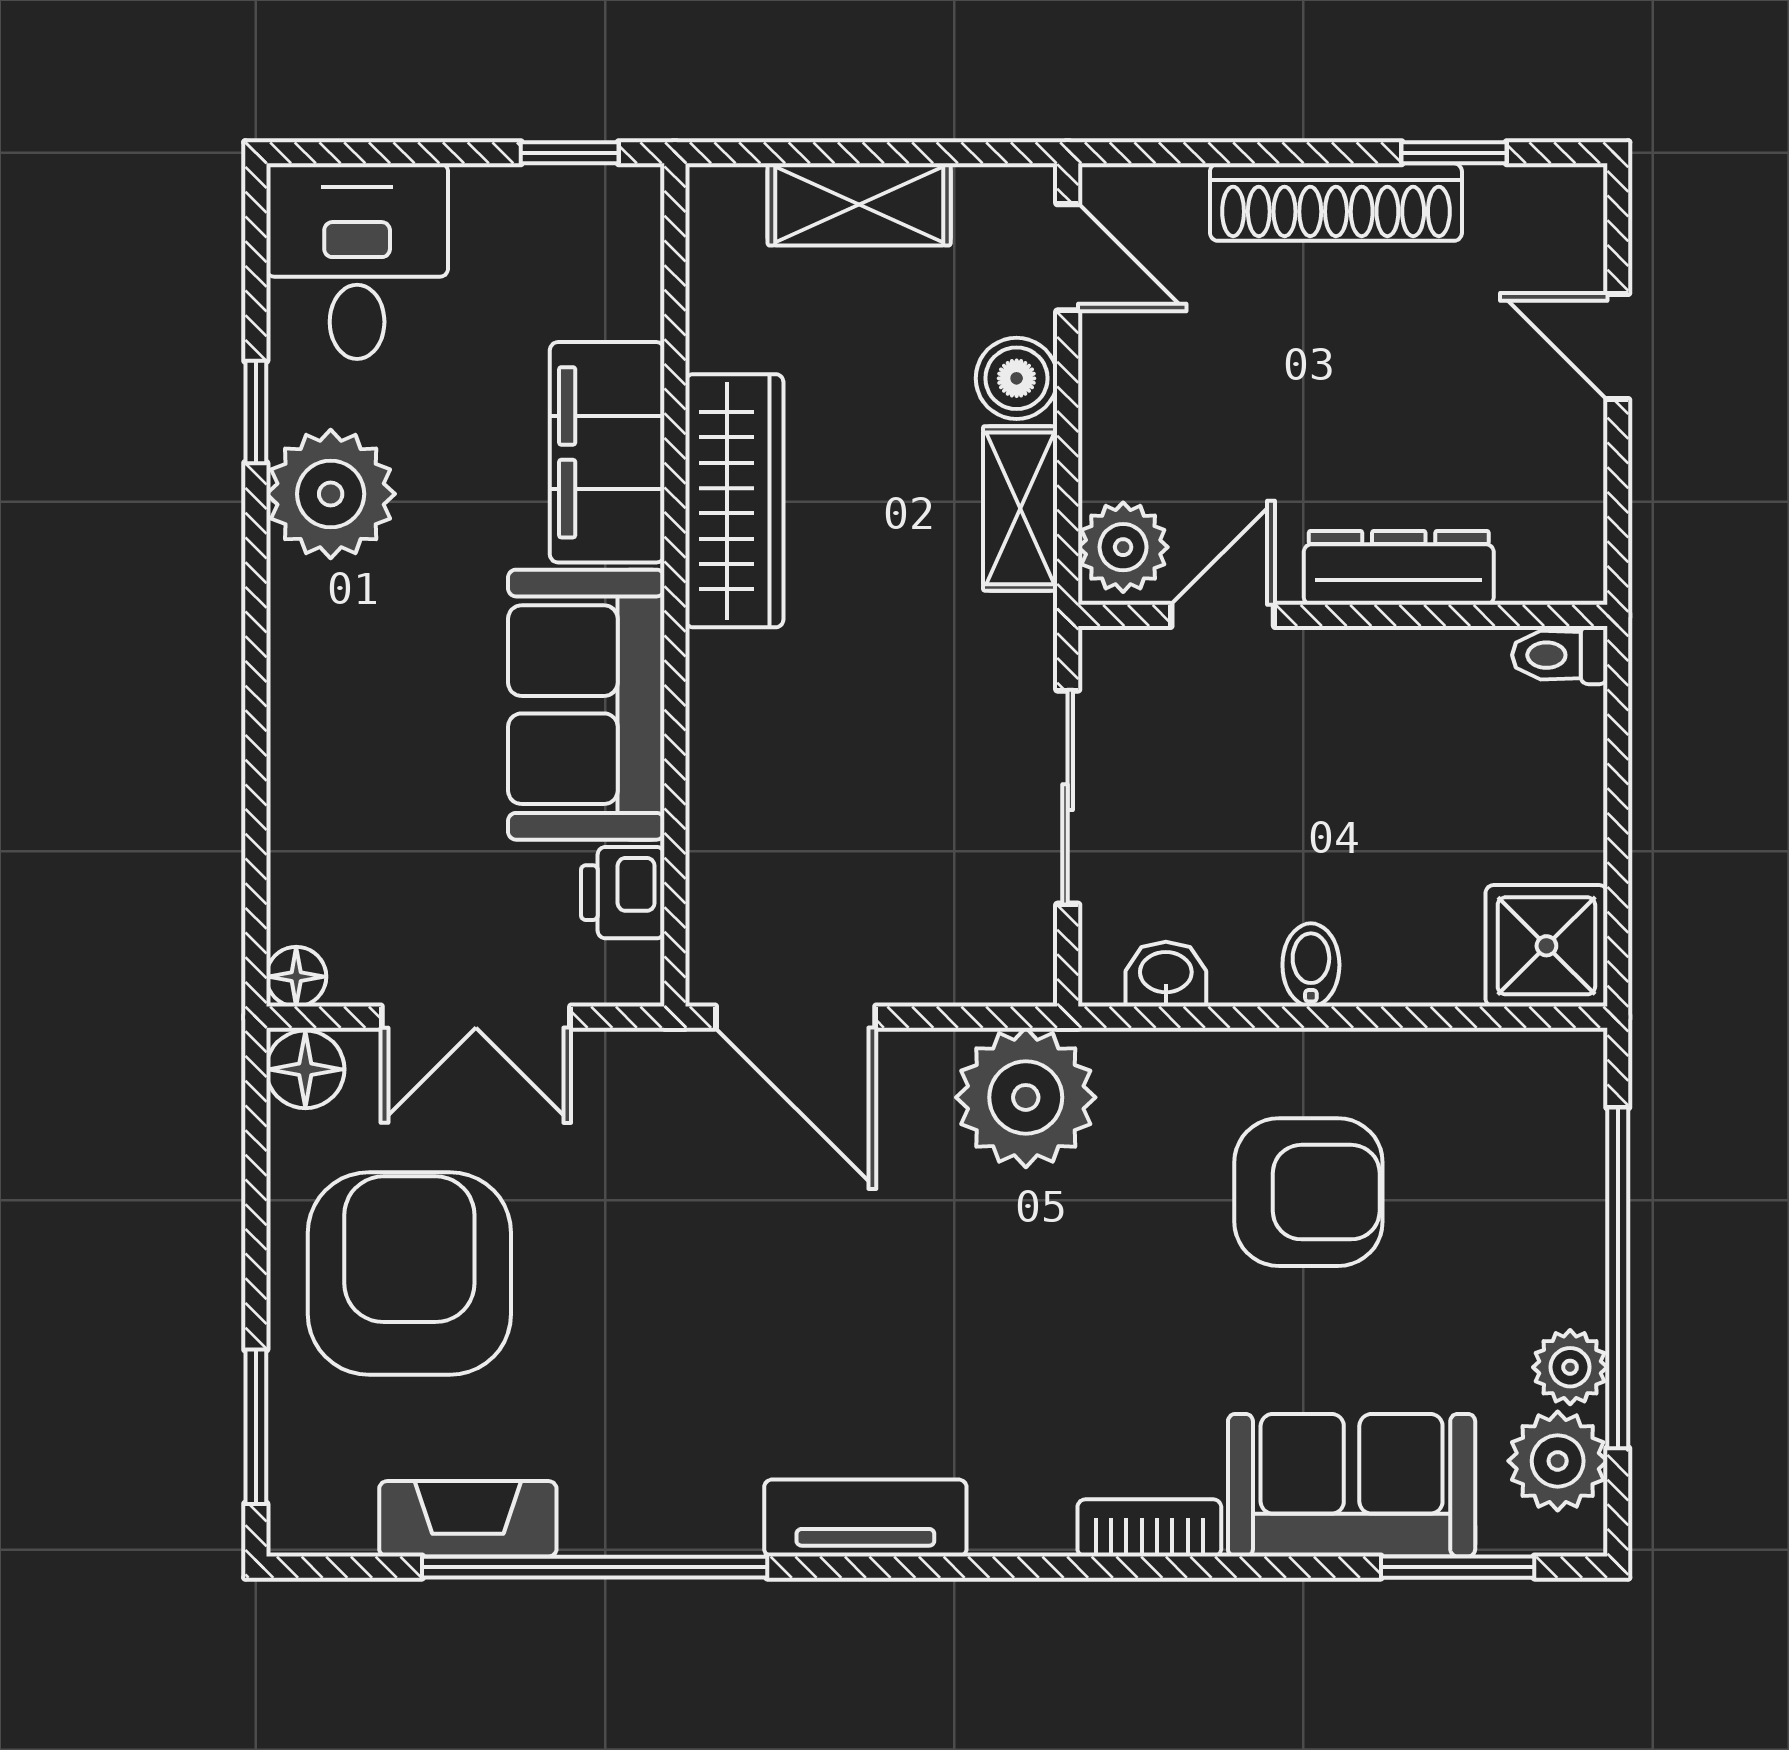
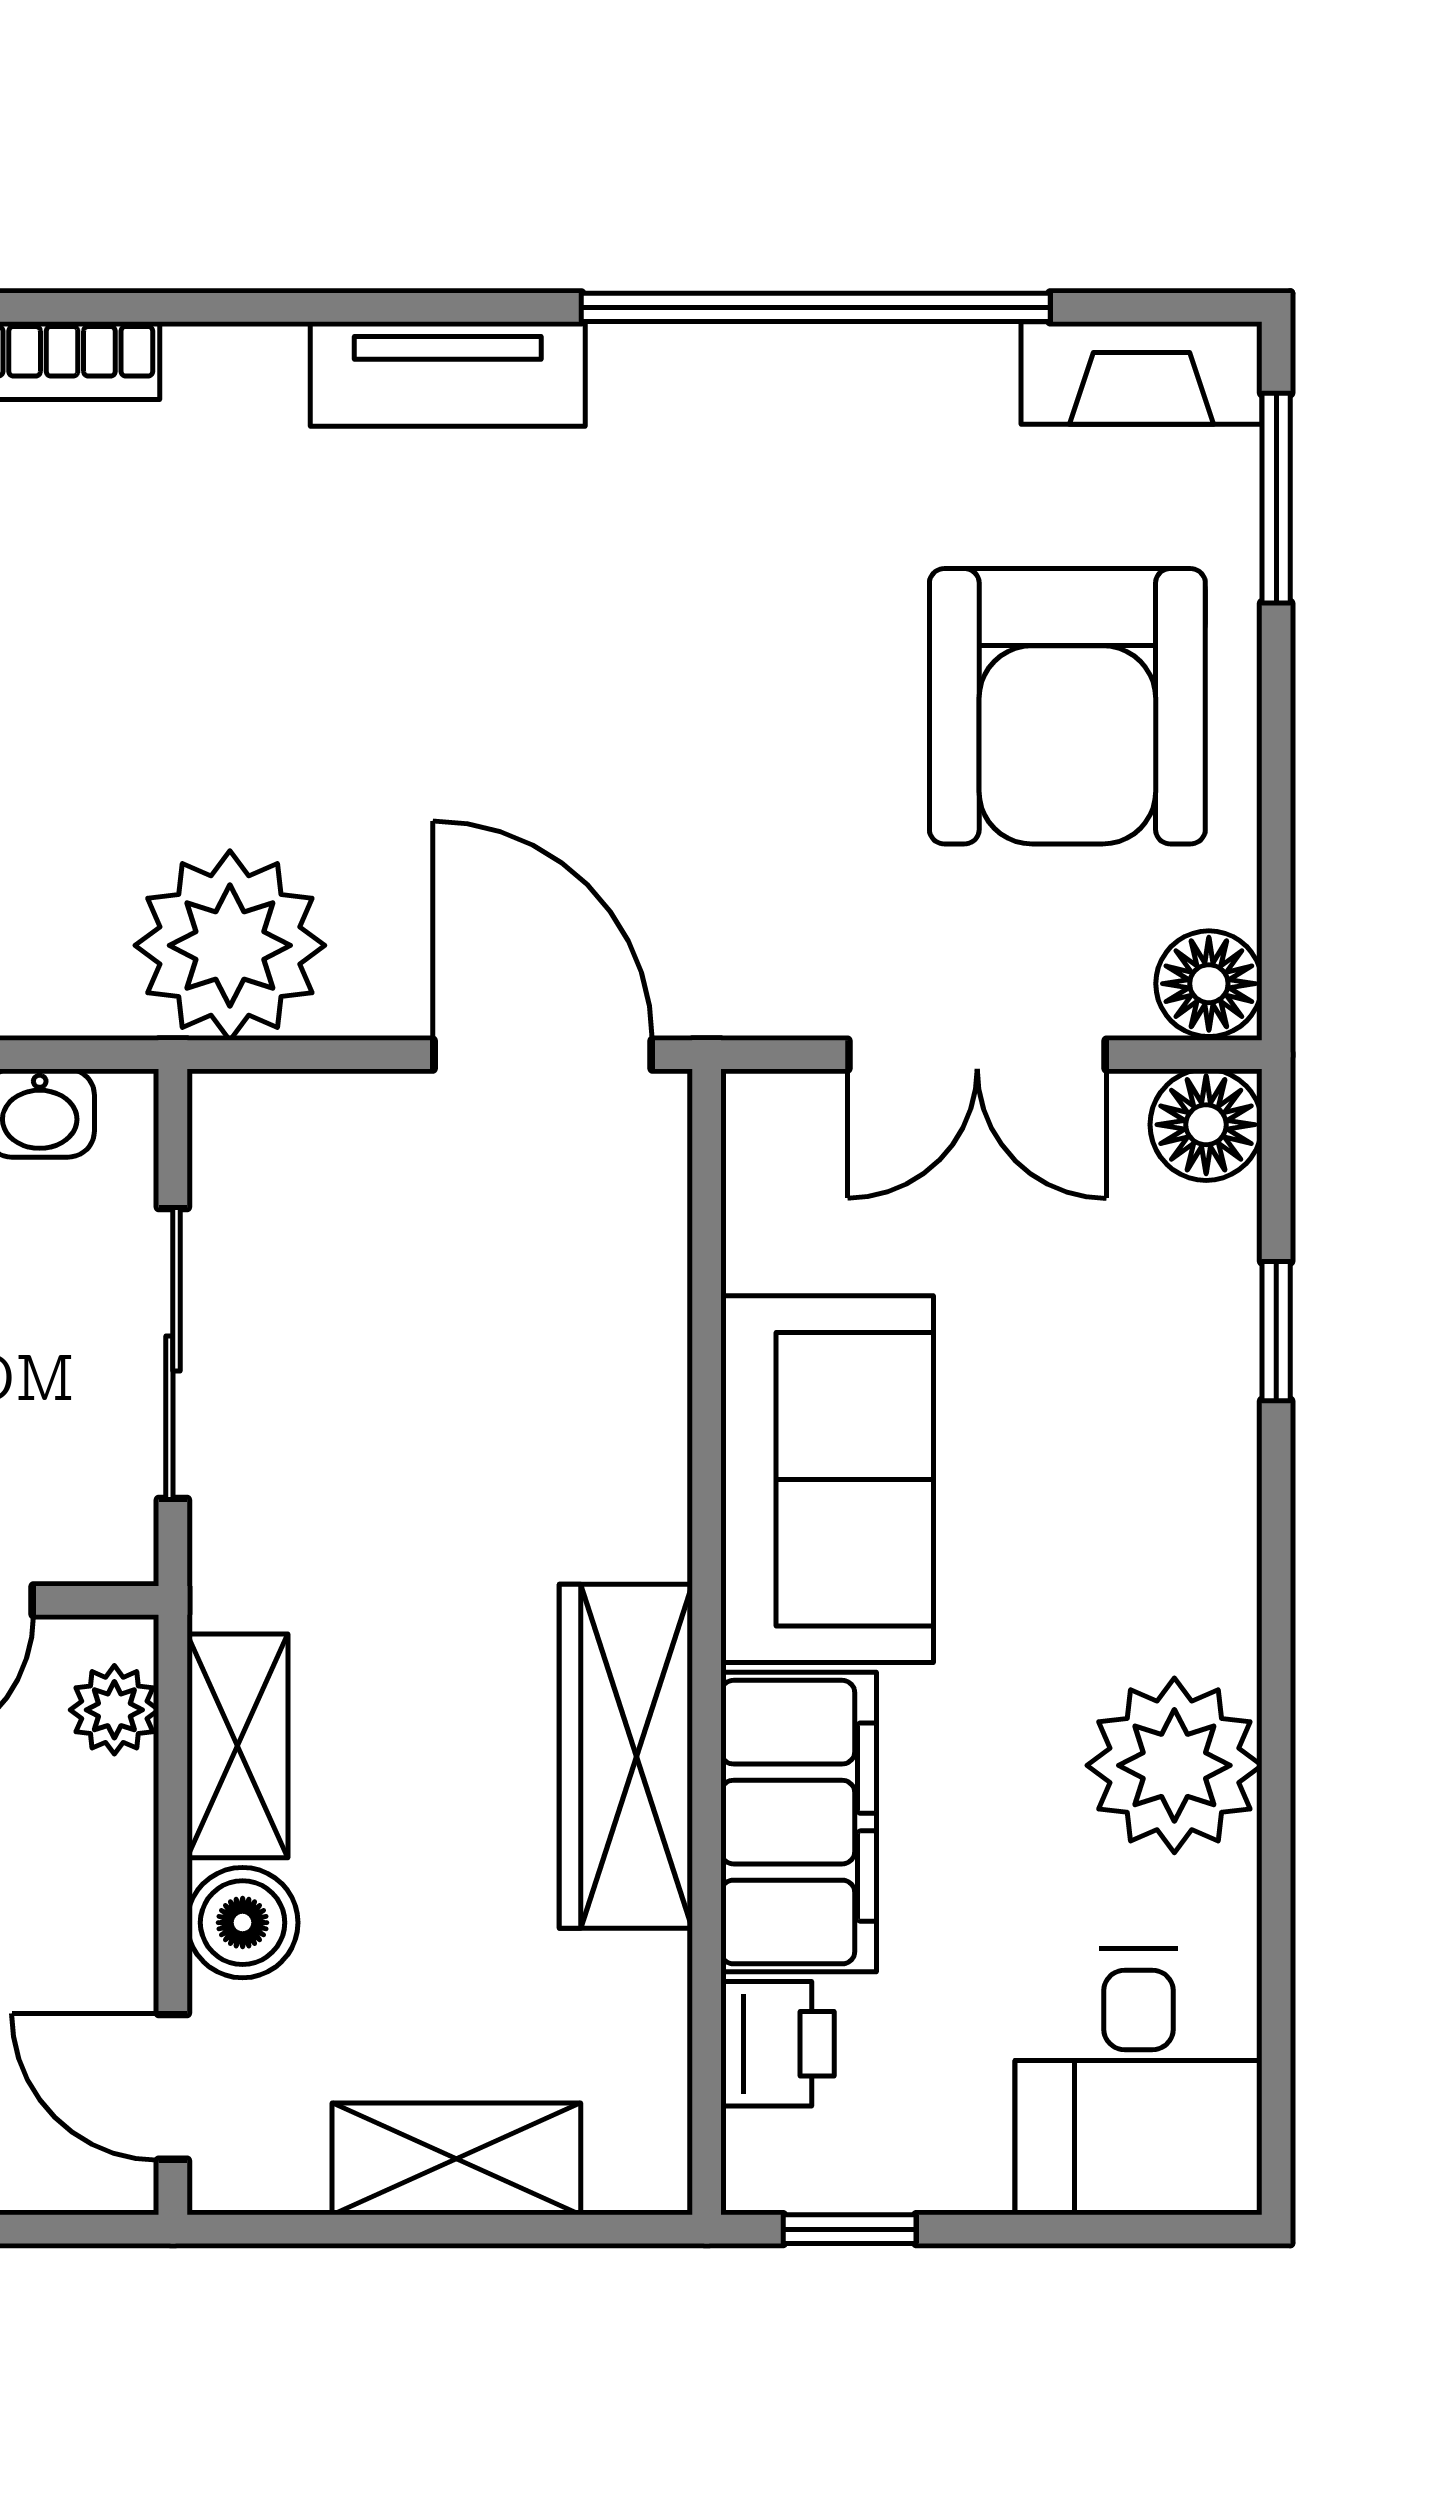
window: (256, 412) -> (1276, 1331), moved
plant: (1123, 547) -> (114, 1710), width x0.73, depth x0.73
printer: (623, 893) -> (778, 2044), moved
floor lamp: (296, 977) -> (1206, 1125), width x1.37, depth x1.37
double door: (476, 1017) -> (977, 1055), swing flipped
fireplace: (468, 1519) -> (1142, 373), moved

